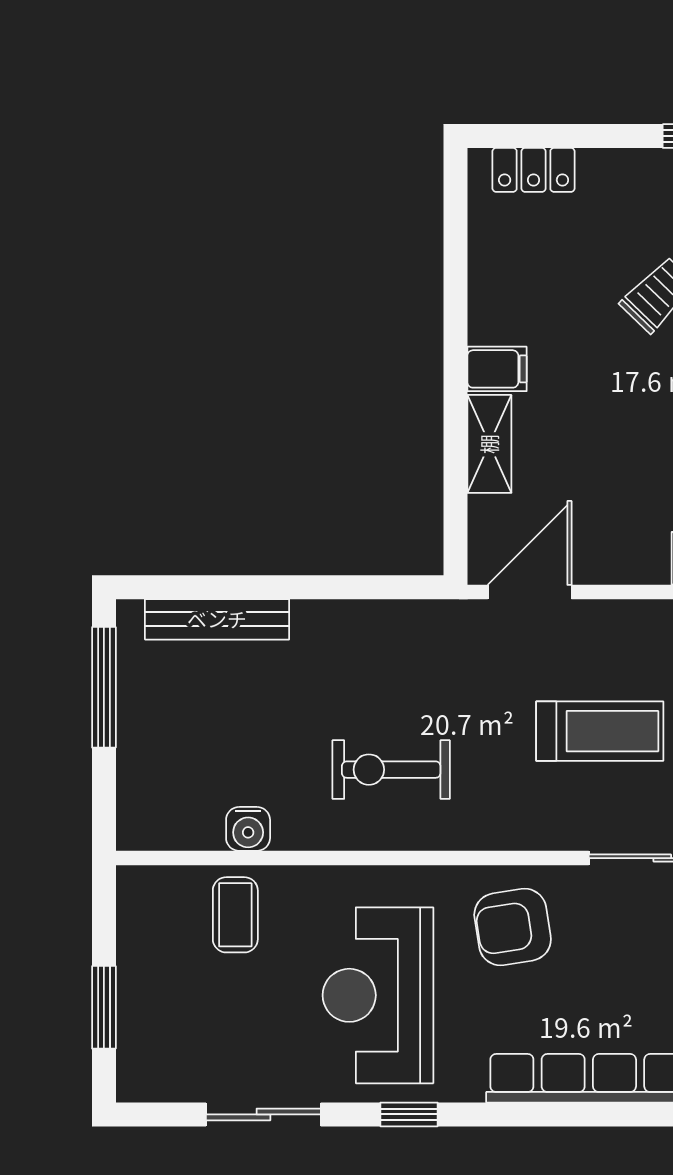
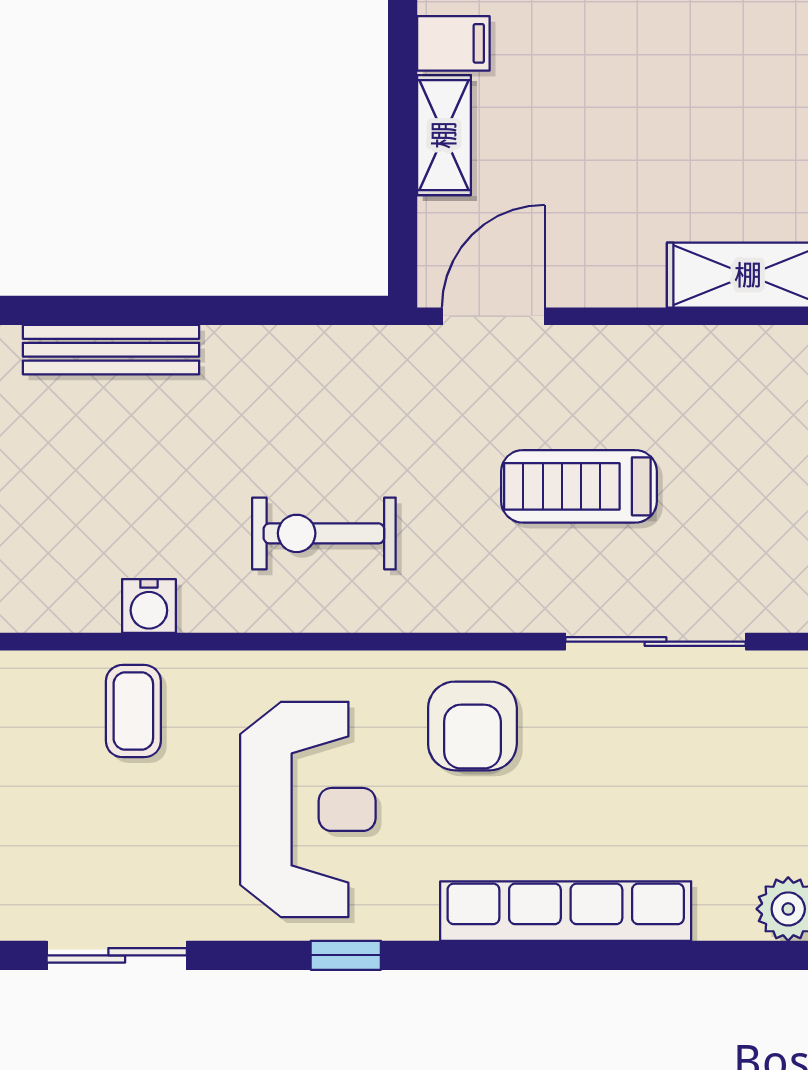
treadmill: (600, 731) -> (579, 486), turned 180
armchair: (513, 927) -> (472, 726), turned -81
reception desk: (378, 995) -> (308, 809), turned 180
sliding door: (263, 1114) -> (117, 955), moved

